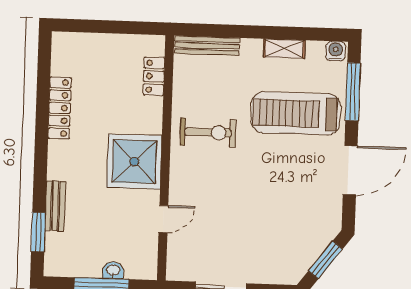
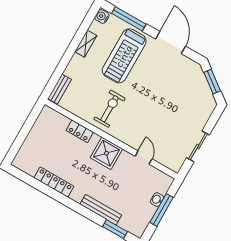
bench: (207, 46) -> (60, 89), width x0.73
locker: (154, 76) -> (80, 131), moved
shower: (134, 162) -> (106, 153), width x0.73, depth x0.73
bench: (55, 206) -> (101, 210), width x1.36

